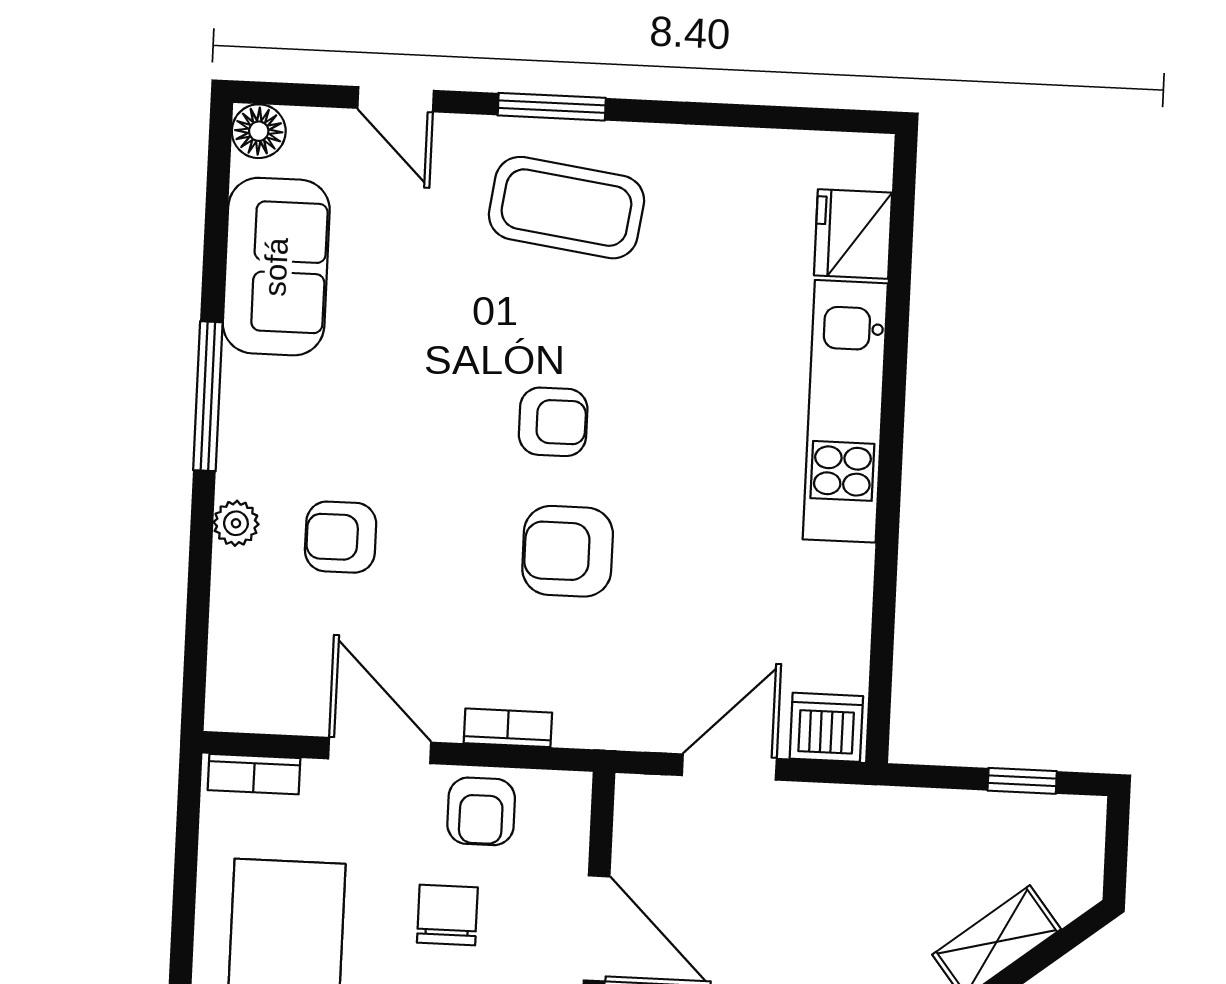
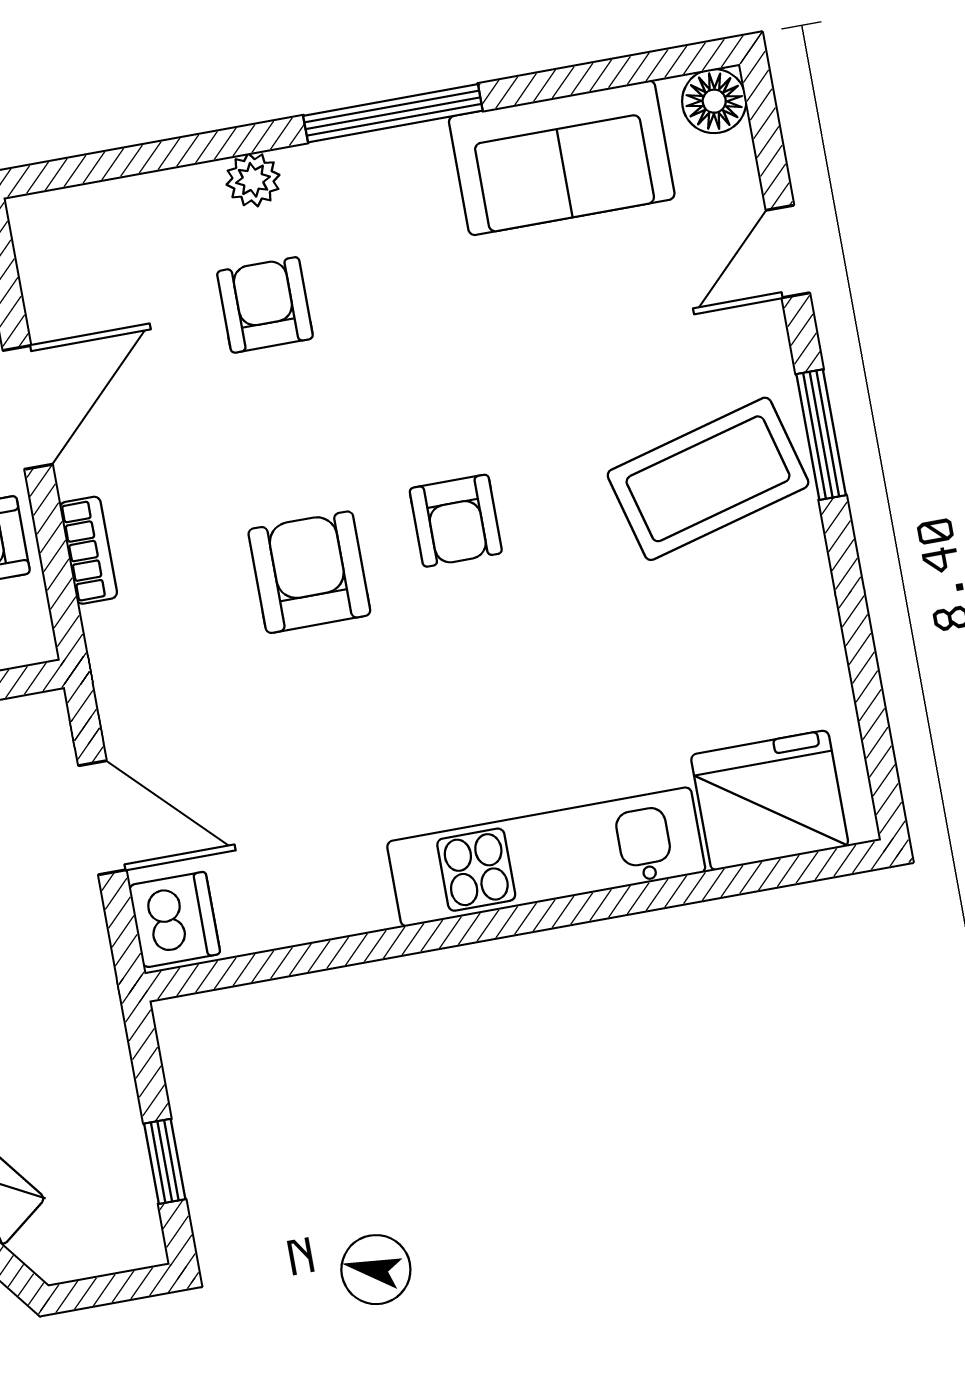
coffee table: (566, 208) -> (708, 479), turned 67
fridge: (853, 234) -> (770, 800), width x1.36, depth x1.34

